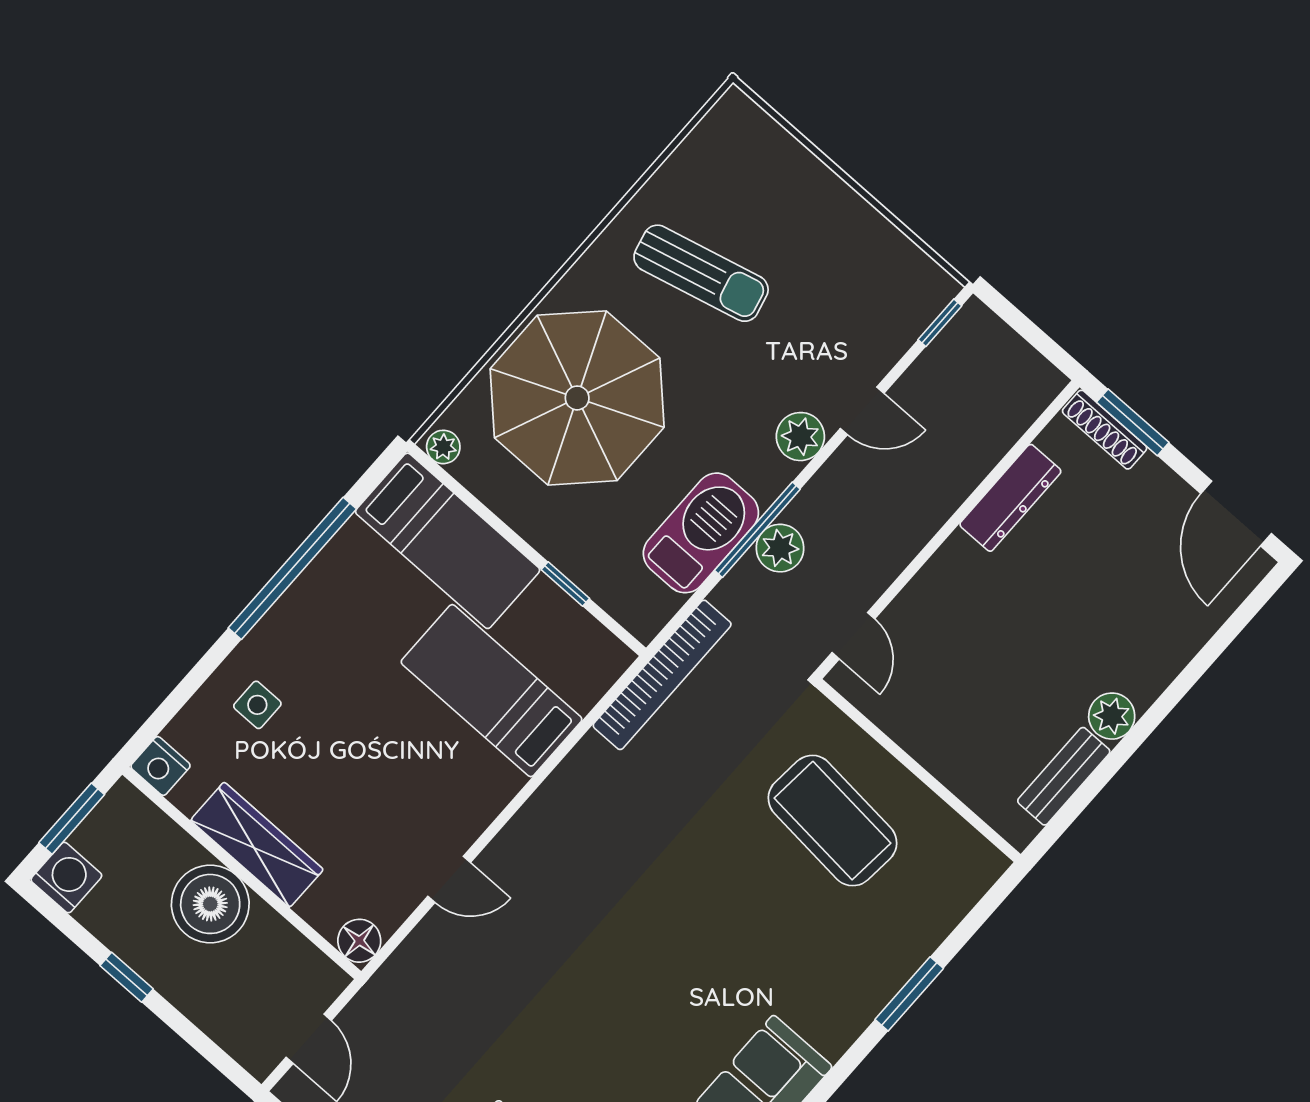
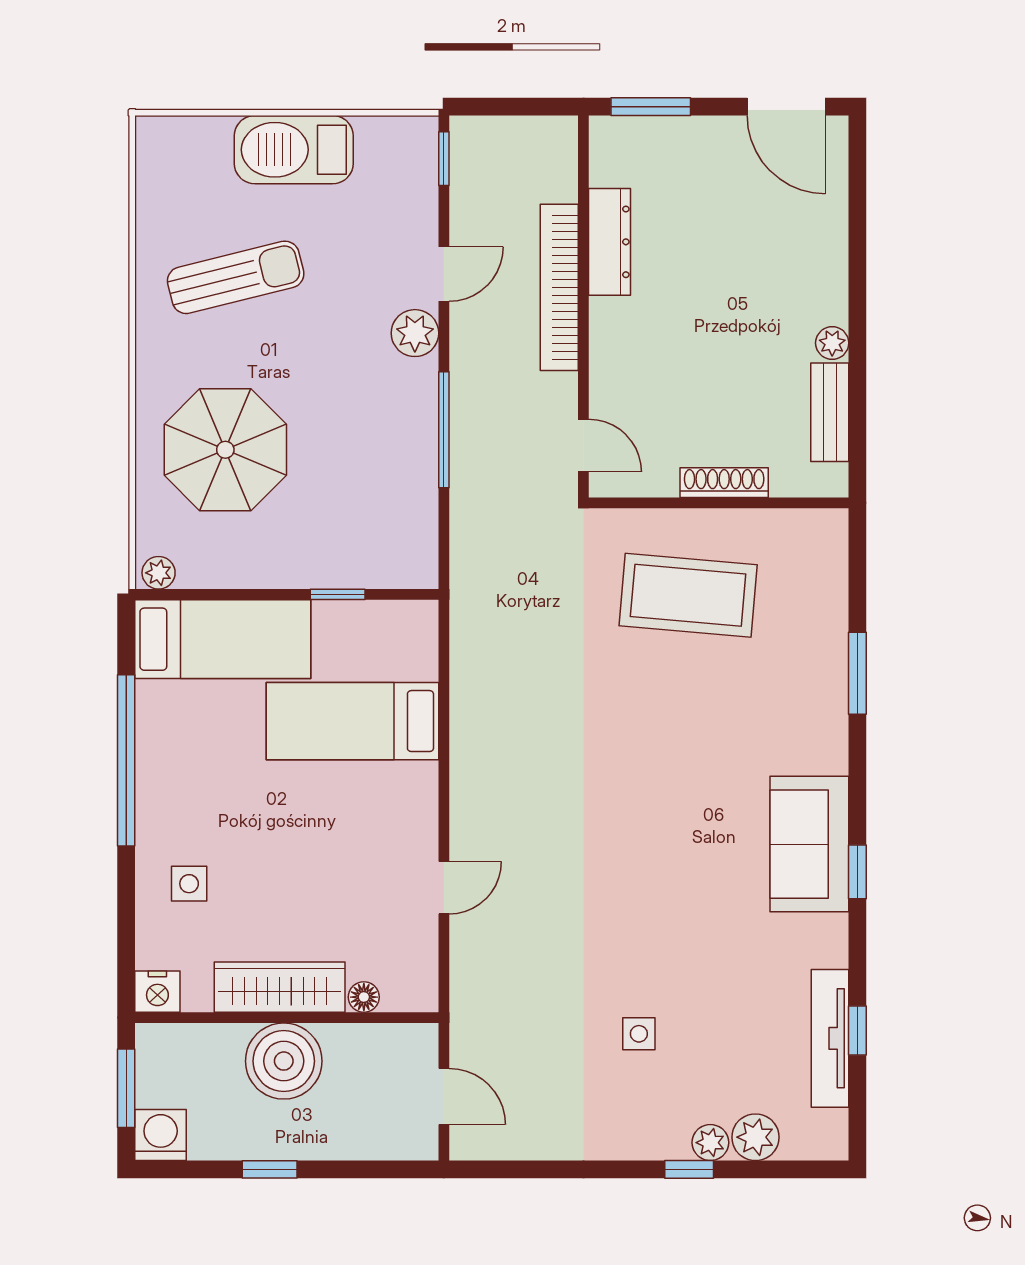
parasol: (577, 398) -> (225, 450), width x0.73, depth x0.73
shoe rack: (1105, 430) -> (724, 483), moved, turned 180
barbecue: (701, 533) -> (294, 150), moved, turned -90
plant: (780, 548) -> (472, 429), removed
bookcase: (662, 675) -> (559, 287), moved, turned 180
plant: (1112, 716) -> (832, 343), width x0.73, depth x0.73
floor lamp: (359, 941) -> (364, 997), moved, width x0.73, depth x0.73

